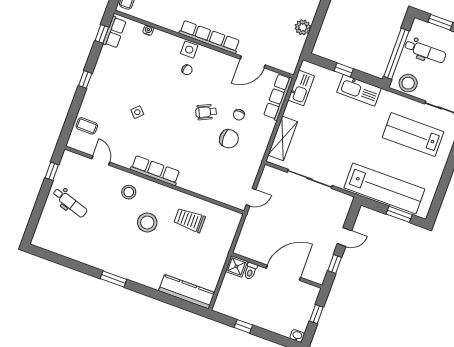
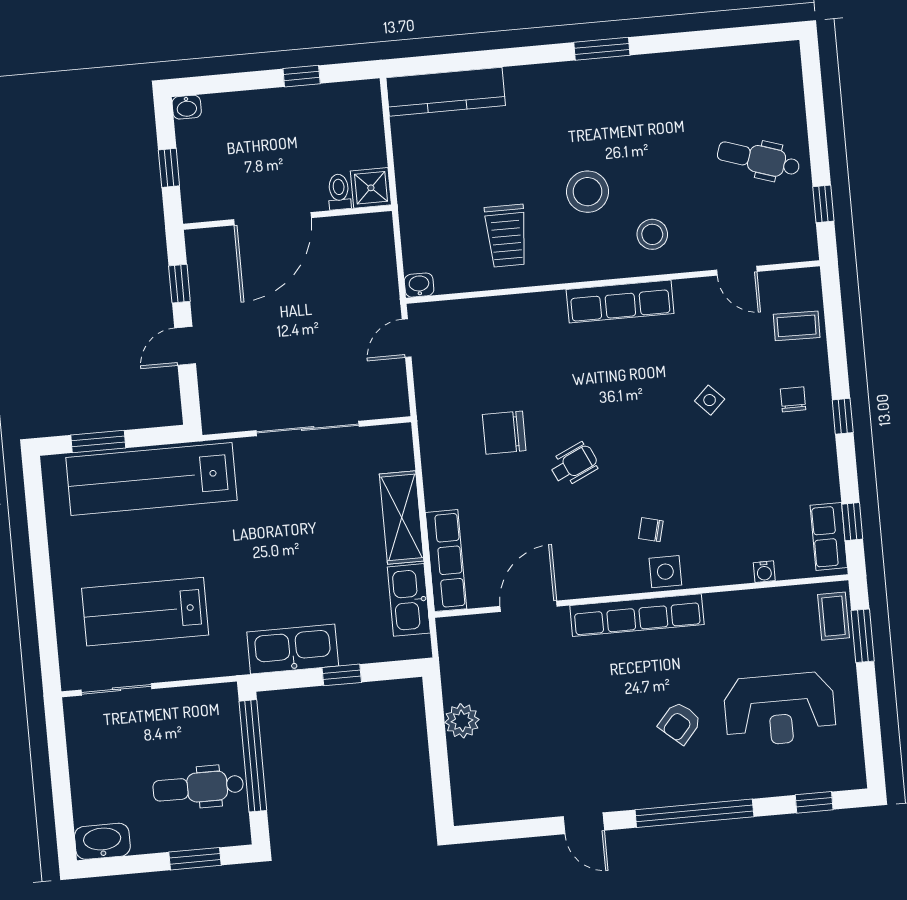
stool: (408, 83) -> (202, 709), removed
chair: (239, 115) -> (793, 399), moved
lab bench: (413, 135) -> (145, 612), turned 180
shelving: (283, 138) -> (402, 517), moved
washbasin: (235, 217) -> (419, 285), added
trolley: (190, 220) -> (506, 236), turned 90

